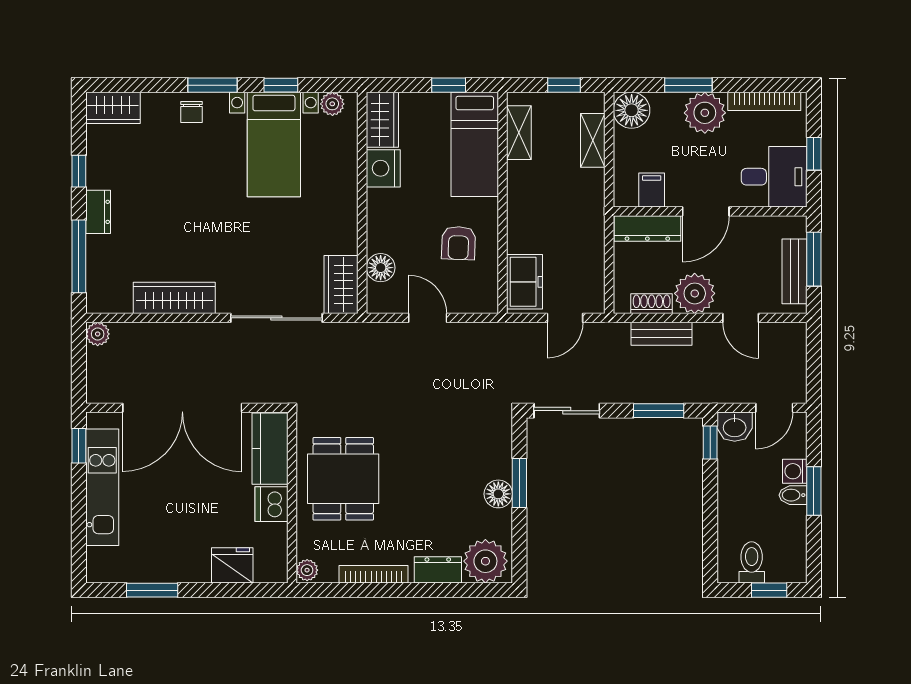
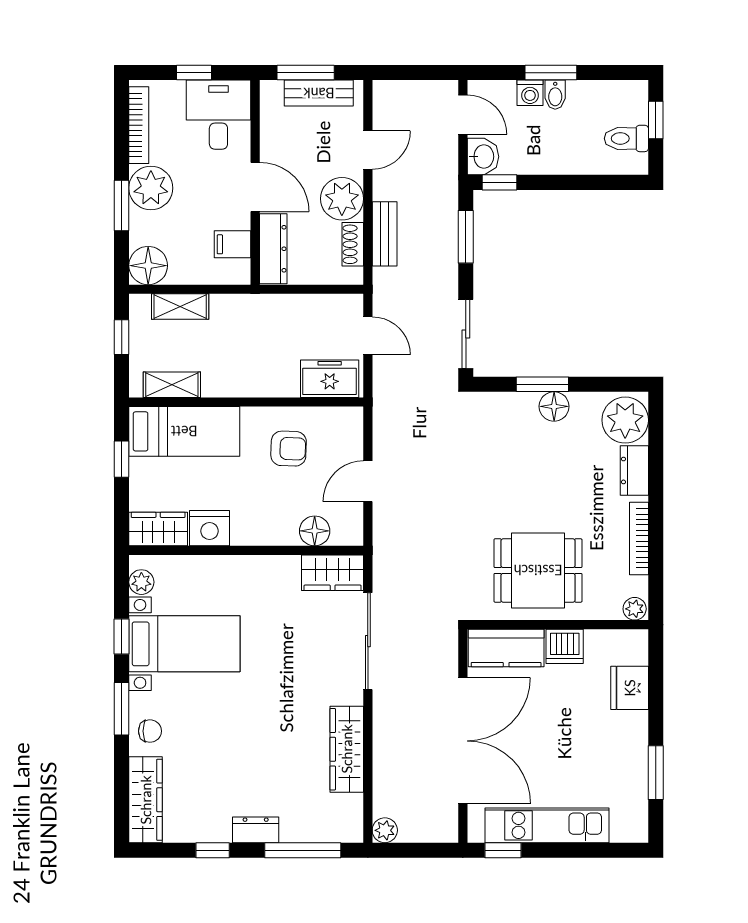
wardrobe: (113, 108) -> (146, 800), width x1.50

